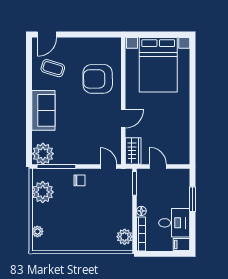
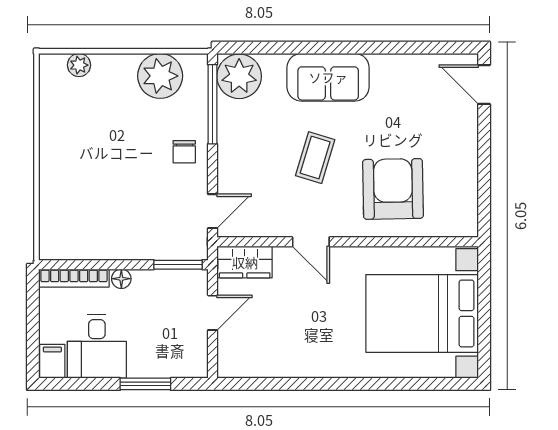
coffee table: (53, 68) -> (315, 158), moved
plant: (125, 237) -> (68, 244), removed

